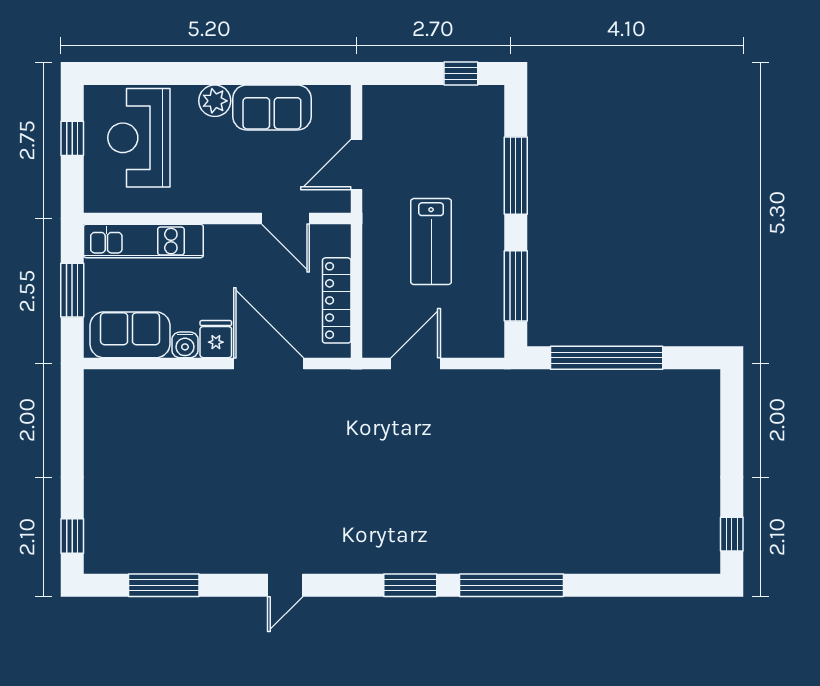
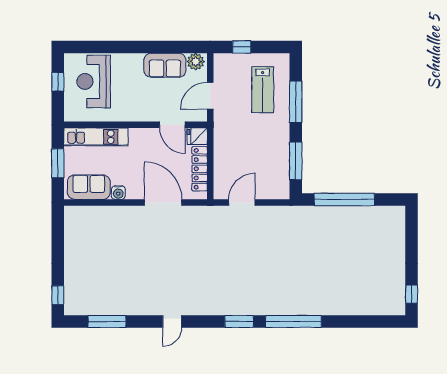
window: (461, 73) -> (242, 47), moved
plant: (215, 101) -> (196, 62), moved
lab bench: (431, 242) -> (263, 90), moved
fridge: (216, 339) -> (197, 136), moved, turned -90

